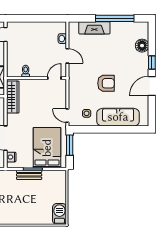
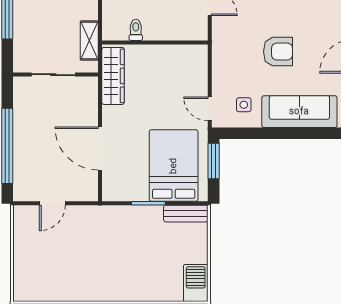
door: (54, 78) -> (187, 42), removed
nightstand: (11, 157) -> (110, 182), removed
bench: (29, 175) -> (186, 214), moved

